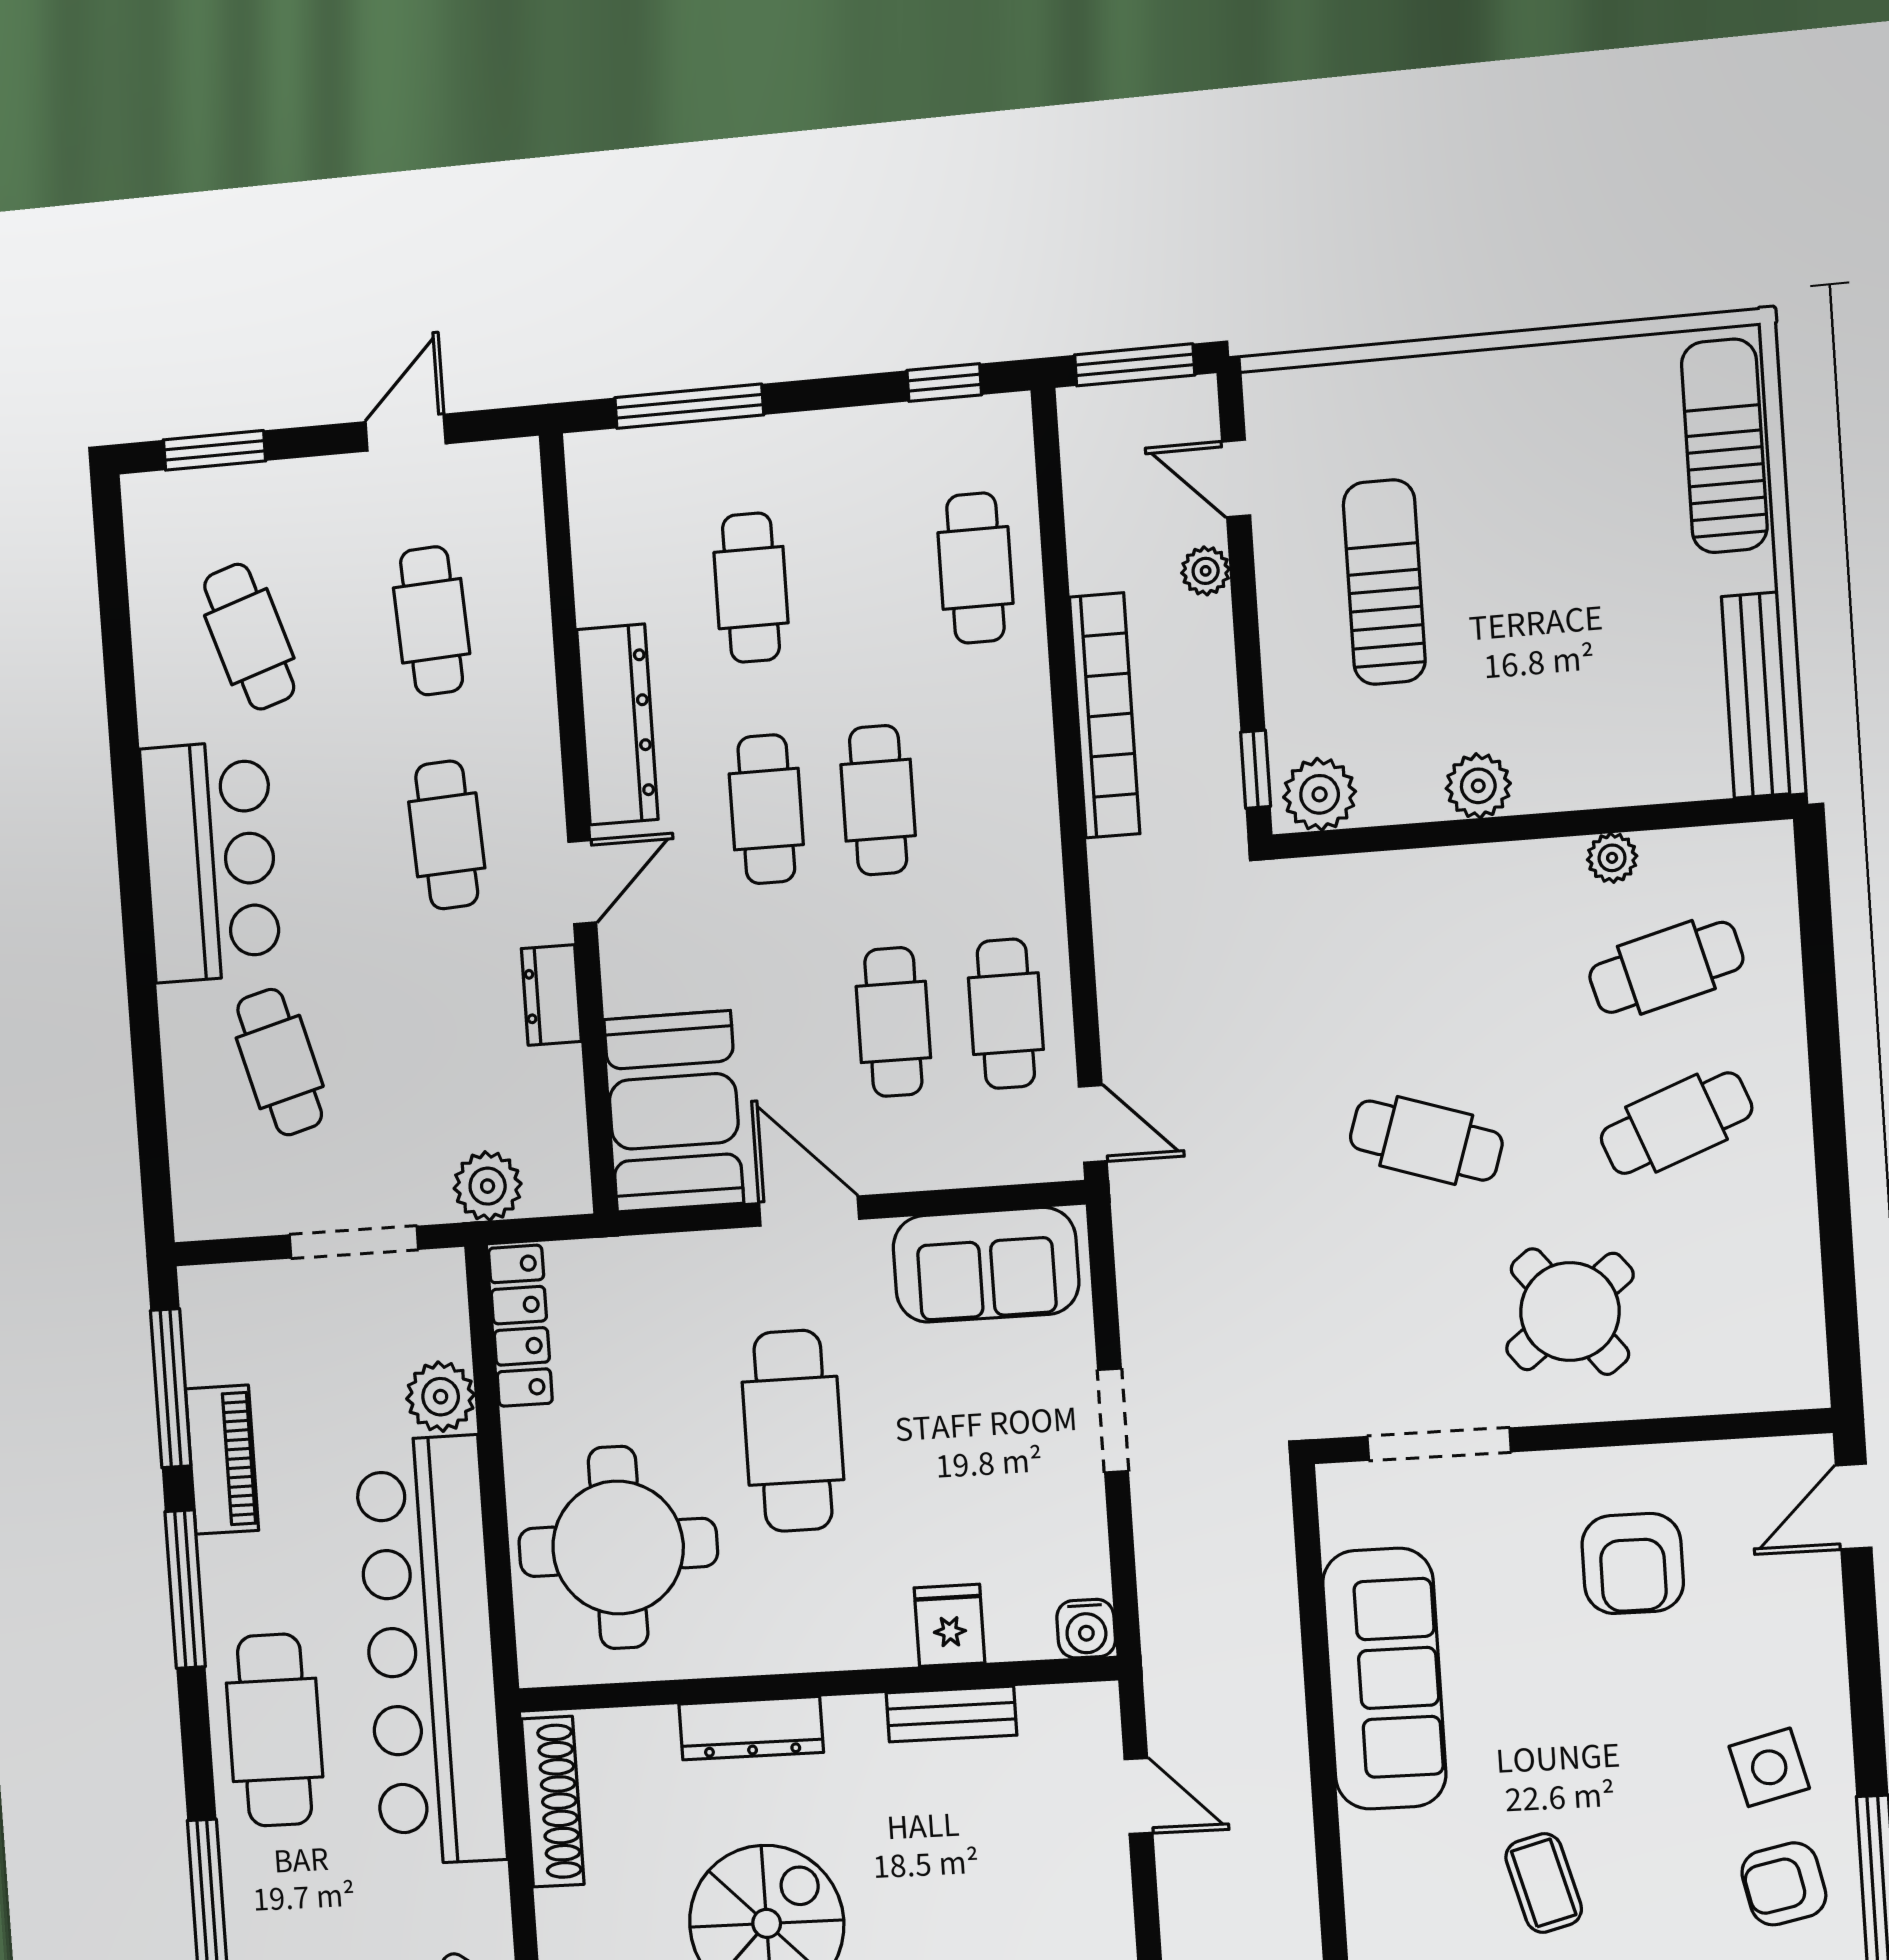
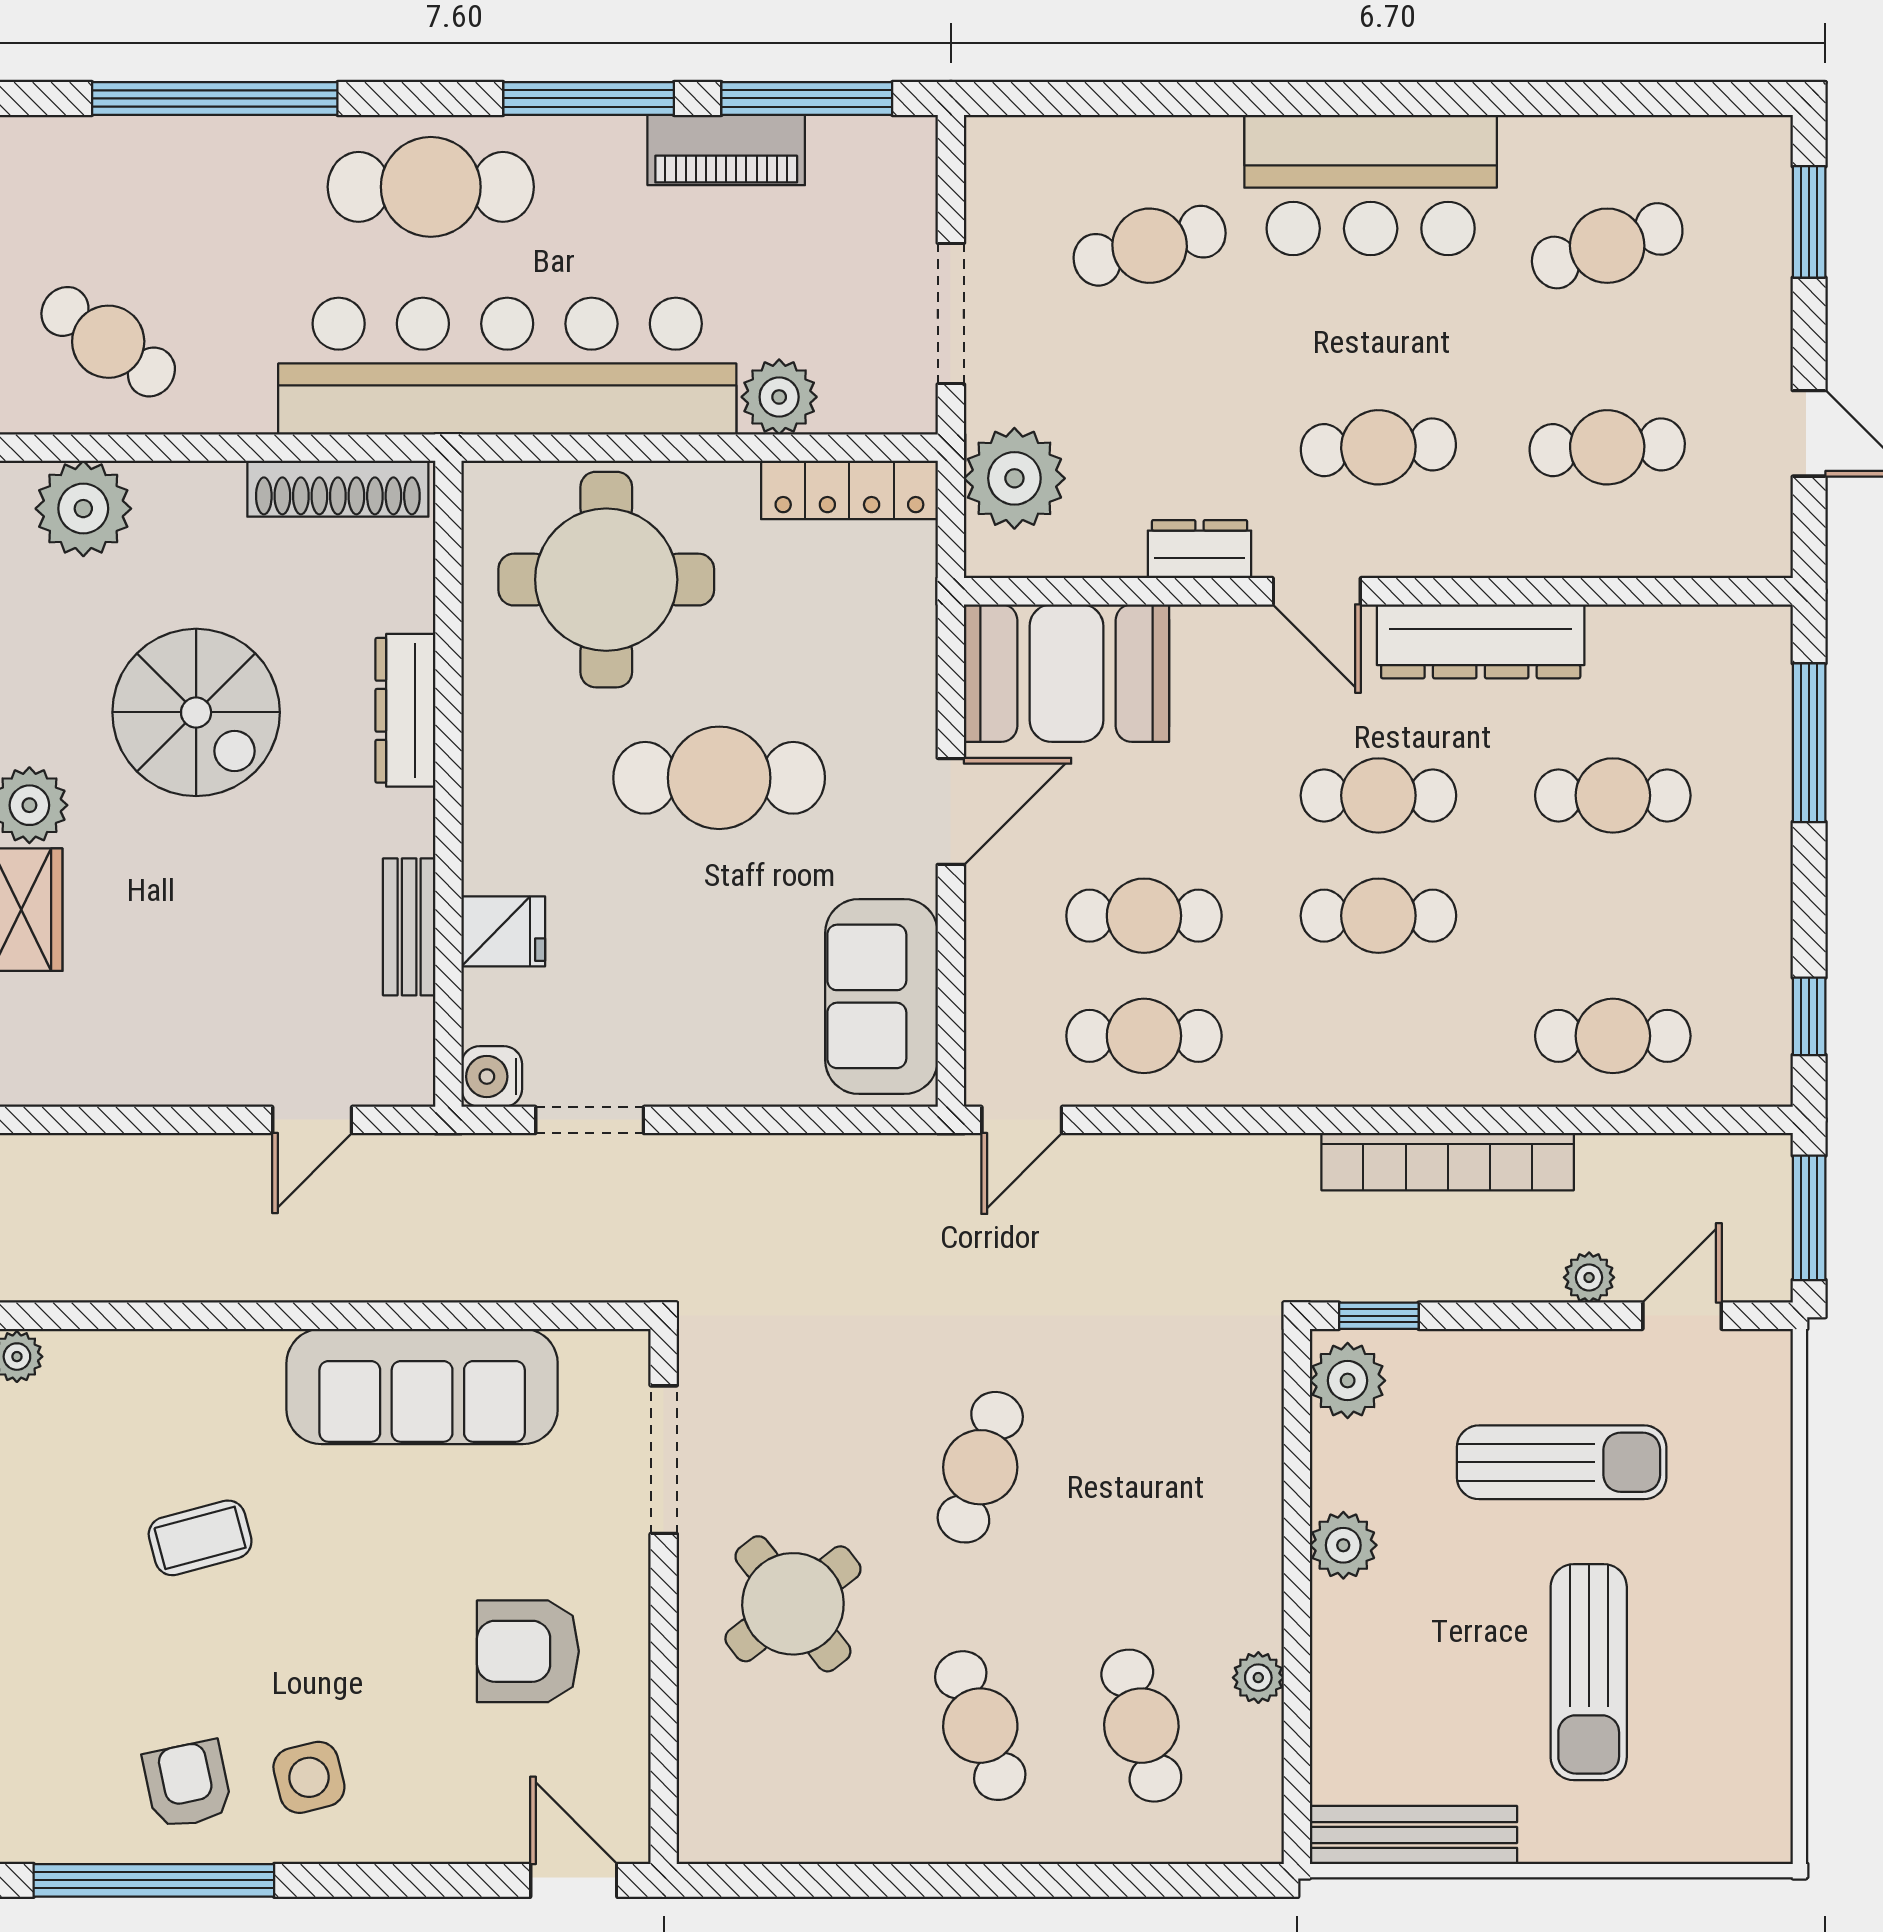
sun lounger: (1724, 446) -> (1589, 1672), moved, turned 90
plant: (488, 1186) -> (1014, 478), width x1.36, depth x1.36
doorway: (1113, 1421) -> (590, 1120), moved

